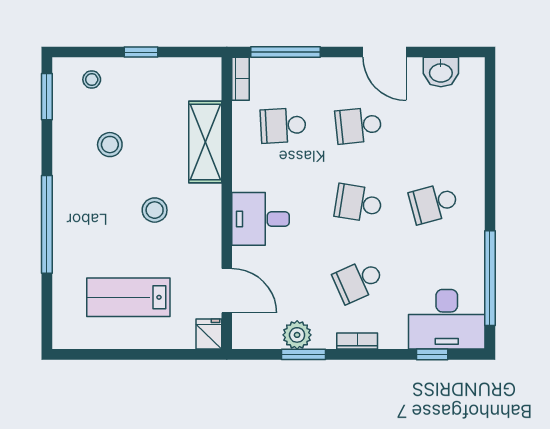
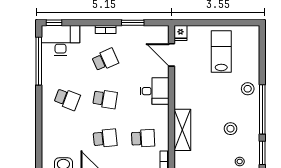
school desk: (434, 203) -> (67, 99), turned 36
stool: (155, 210) -> (248, 89), moved
window: (47, 224) -> (262, 109), moved
lab bench: (128, 297) -> (221, 52), turned -90
plant: (297, 335) -> (136, 33), removed
window: (432, 354) -> (54, 23), moved

